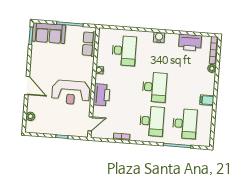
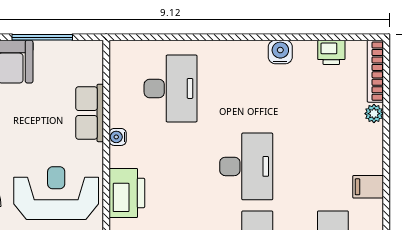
water cooler: (159, 37) -> (280, 52), moved
printer: (190, 42) -> (331, 52), width x0.53, depth x0.68
row of seats: (89, 44) -> (90, 113), moved
reception desk: (71, 92) -> (56, 193), turned 180

